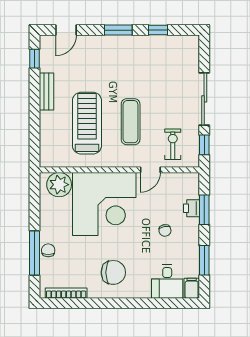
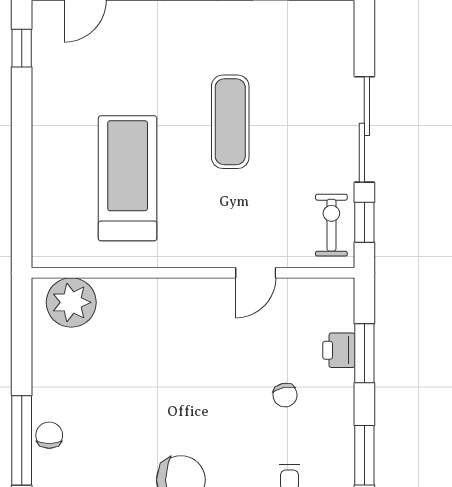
bench: (46, 91) -> (46, 114), removed
exercise mat: (131, 122) -> (230, 122), moved
exercise bike: (173, 144) -> (331, 225), moved
corner desk: (104, 204) -> (163, 342), removed

